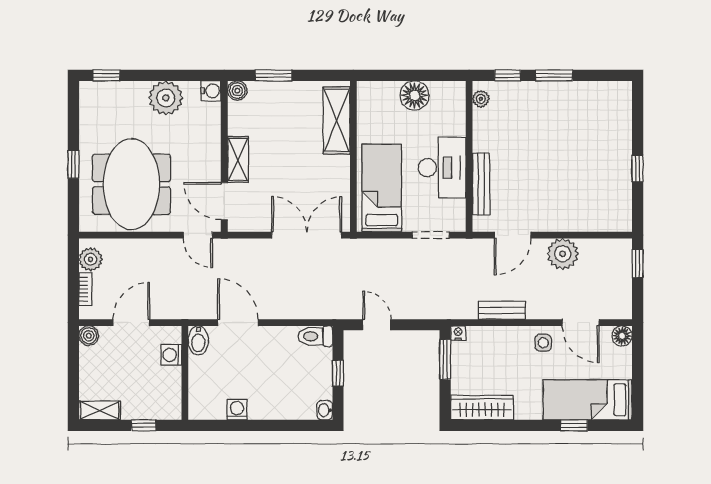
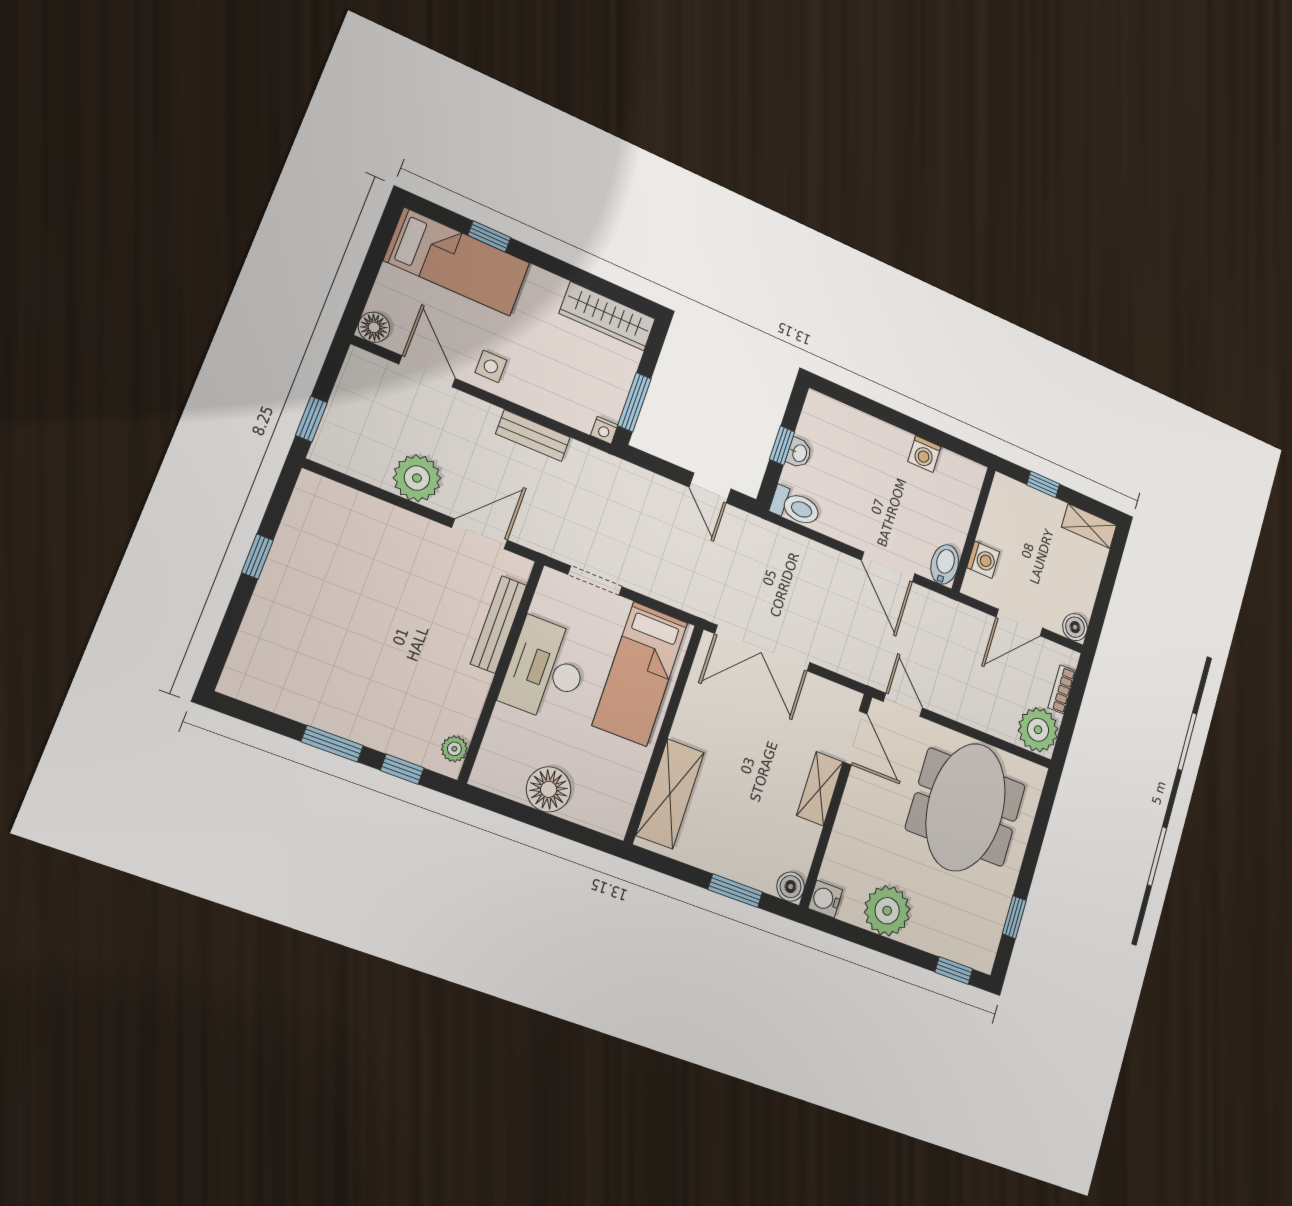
window: (73, 164) -> (1014, 917), moved
plant: (90, 259) -> (1038, 730), width x1.36, depth x1.36
washbasin: (325, 410) -> (799, 453), moved

